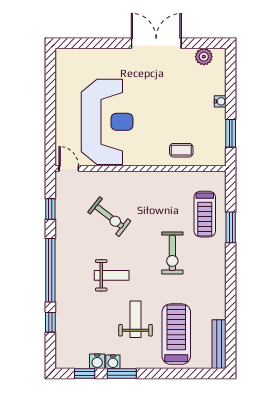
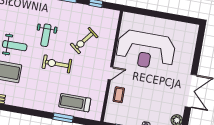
door: (69, 169) -> (110, 73), moved
exercise bike: (172, 253) -> (57, 64), moved

